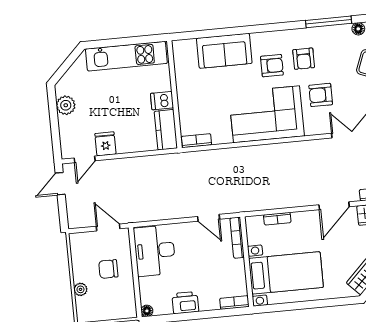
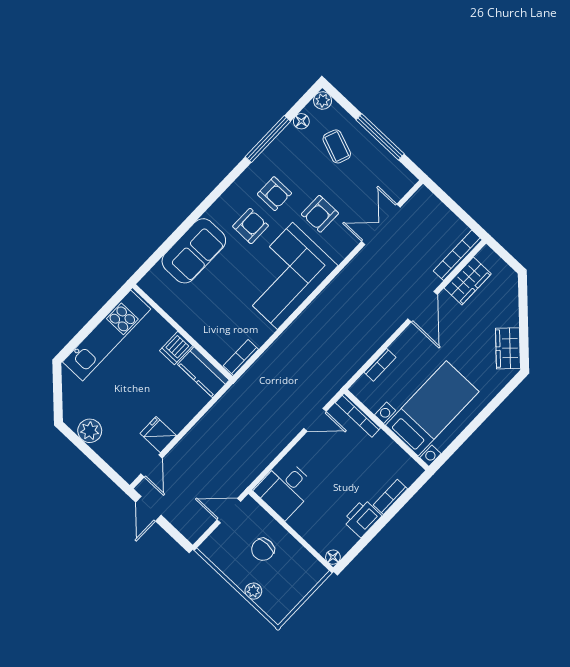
desk: (155, 251) -> (285, 489), width x0.73
bookcase: (234, 303) -> (390, 497), moved

